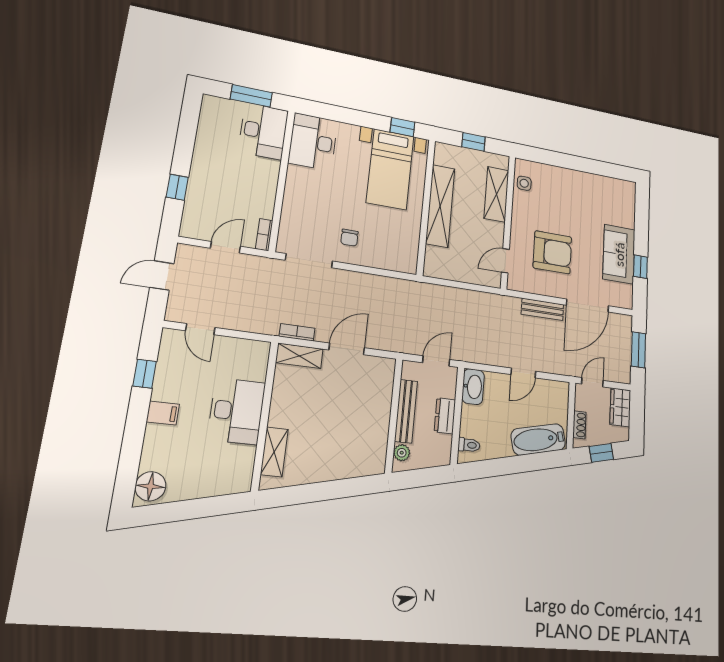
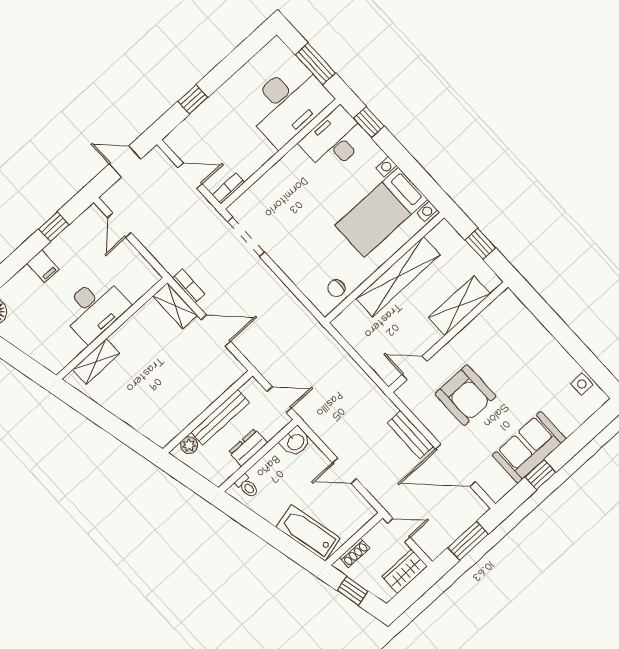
window: (403, 127) -> (369, 122), moved
desk: (263, 131) -> (288, 104), width x1.36, depth x1.30
side table: (524, 183) -> (582, 384), moved
chair: (349, 238) -> (336, 288), moved
washbasin: (473, 387) -> (295, 442), width x0.72

